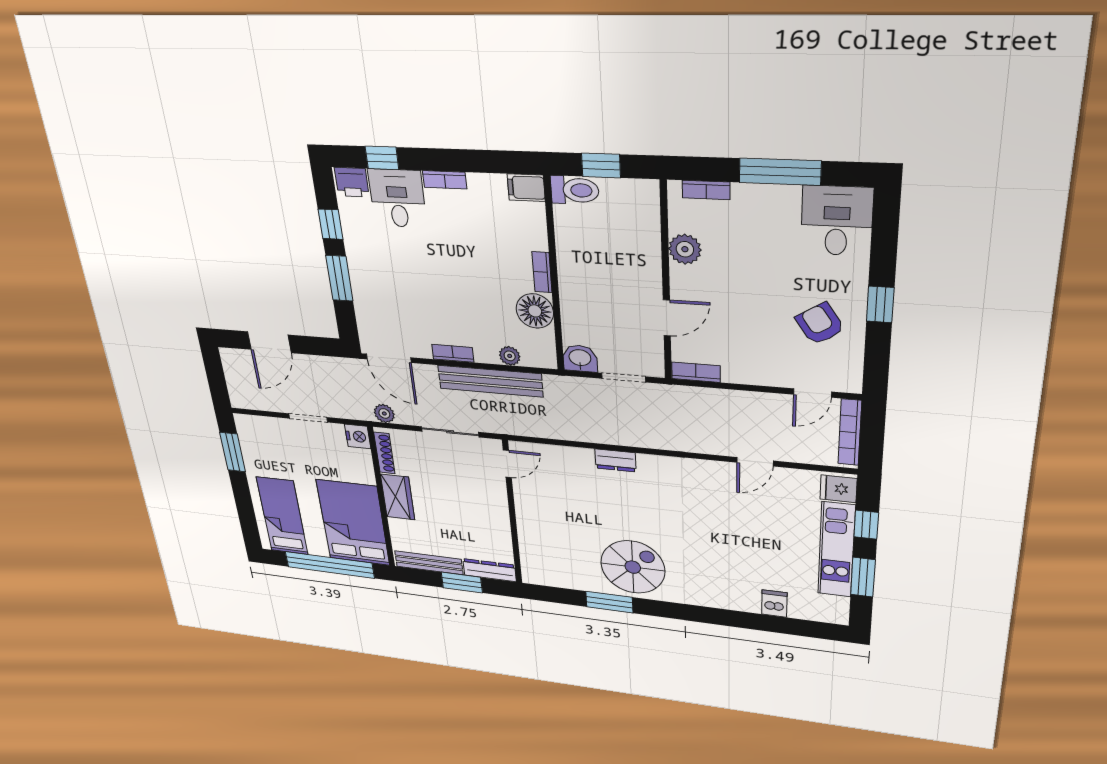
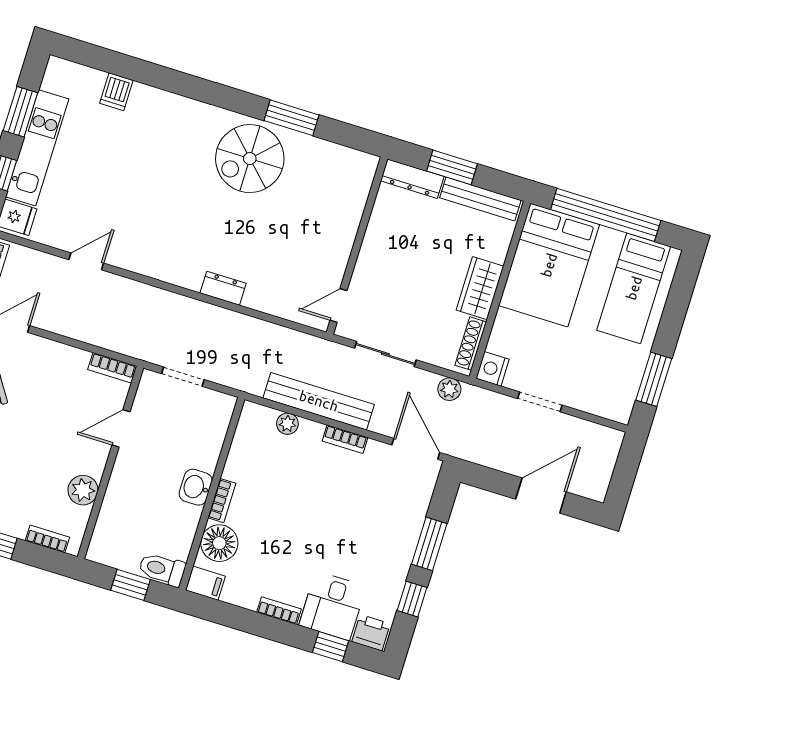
floor lamp: (535, 311) -> (219, 543), moved
washbasin: (580, 358) -> (196, 487), moved, turned 90

